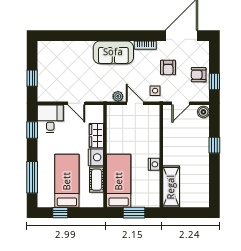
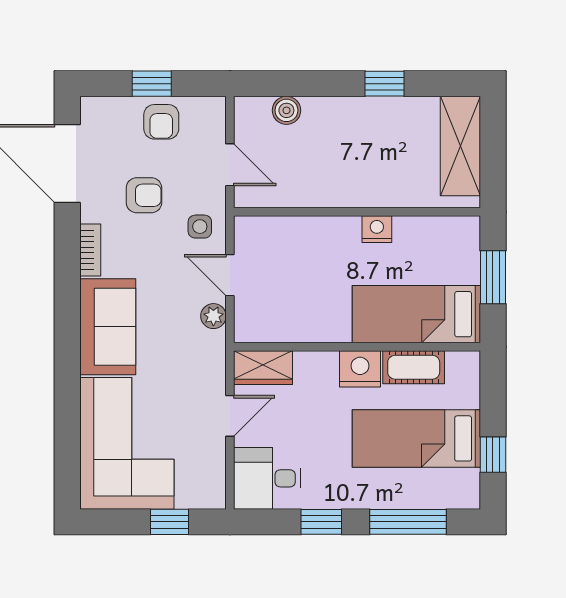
corner sofa: (65, 60) -> (127, 443), added
window: (214, 81) -> (152, 84), moved
door: (135, 103) -> (230, 275), hinge flipped
boiler: (203, 112) -> (286, 110), moved
window: (32, 130) -> (321, 522), moved
wardrobe: (96, 136) -> (263, 368), moved
window: (214, 145) -> (384, 84), moved
shelving: (171, 187) -> (460, 146), moved, turned 90

